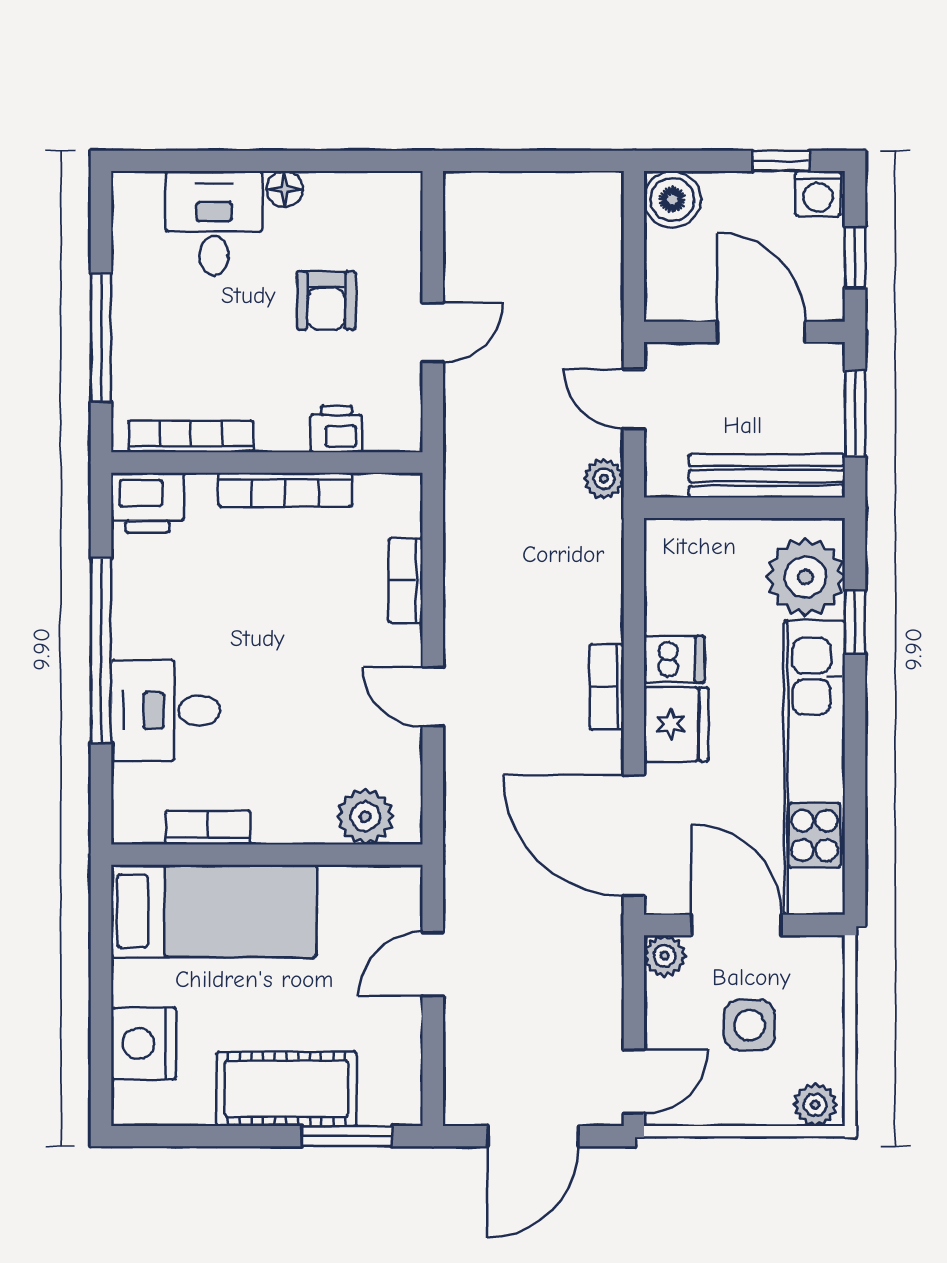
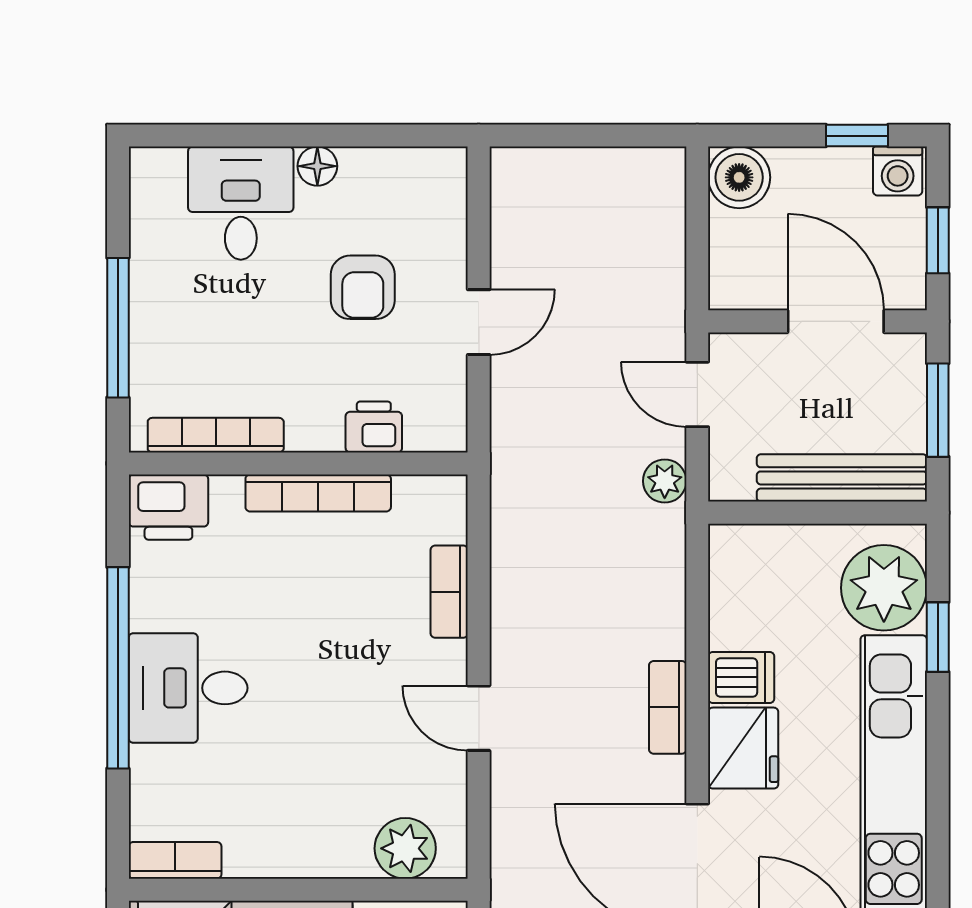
desk: (166, 711) -> (188, 688), moved
bookcase: (208, 828) -> (175, 860), moved

